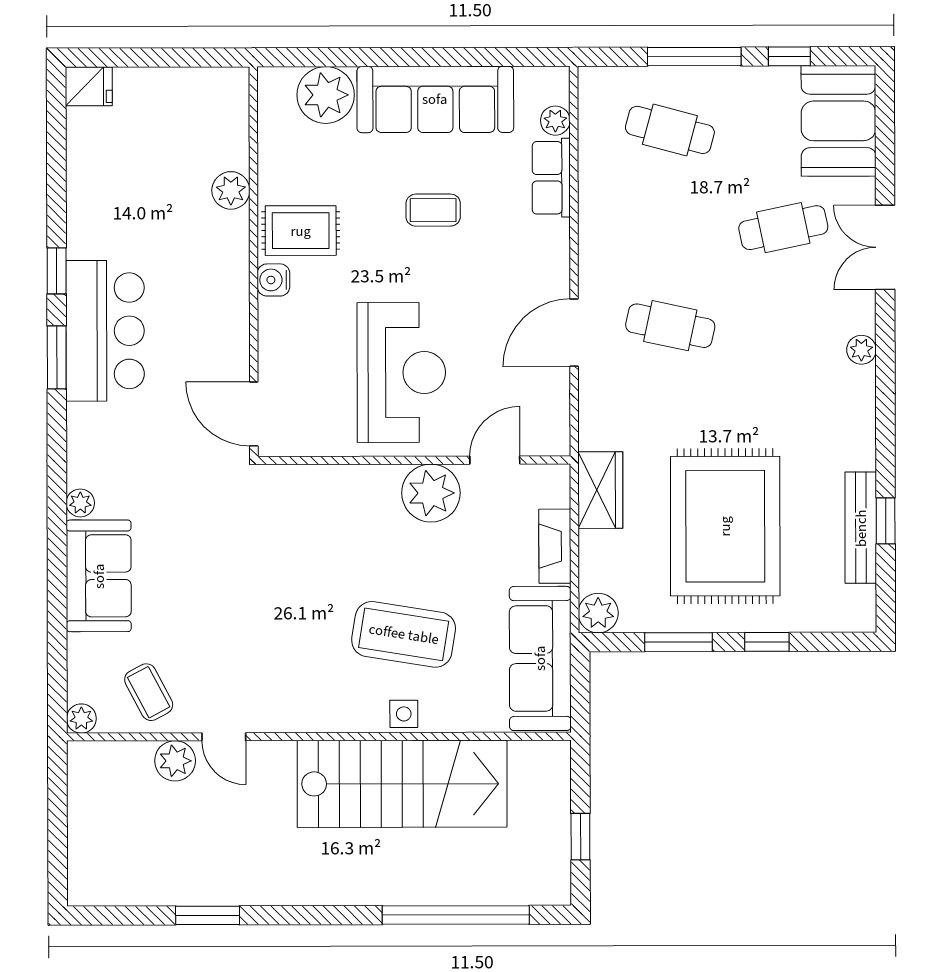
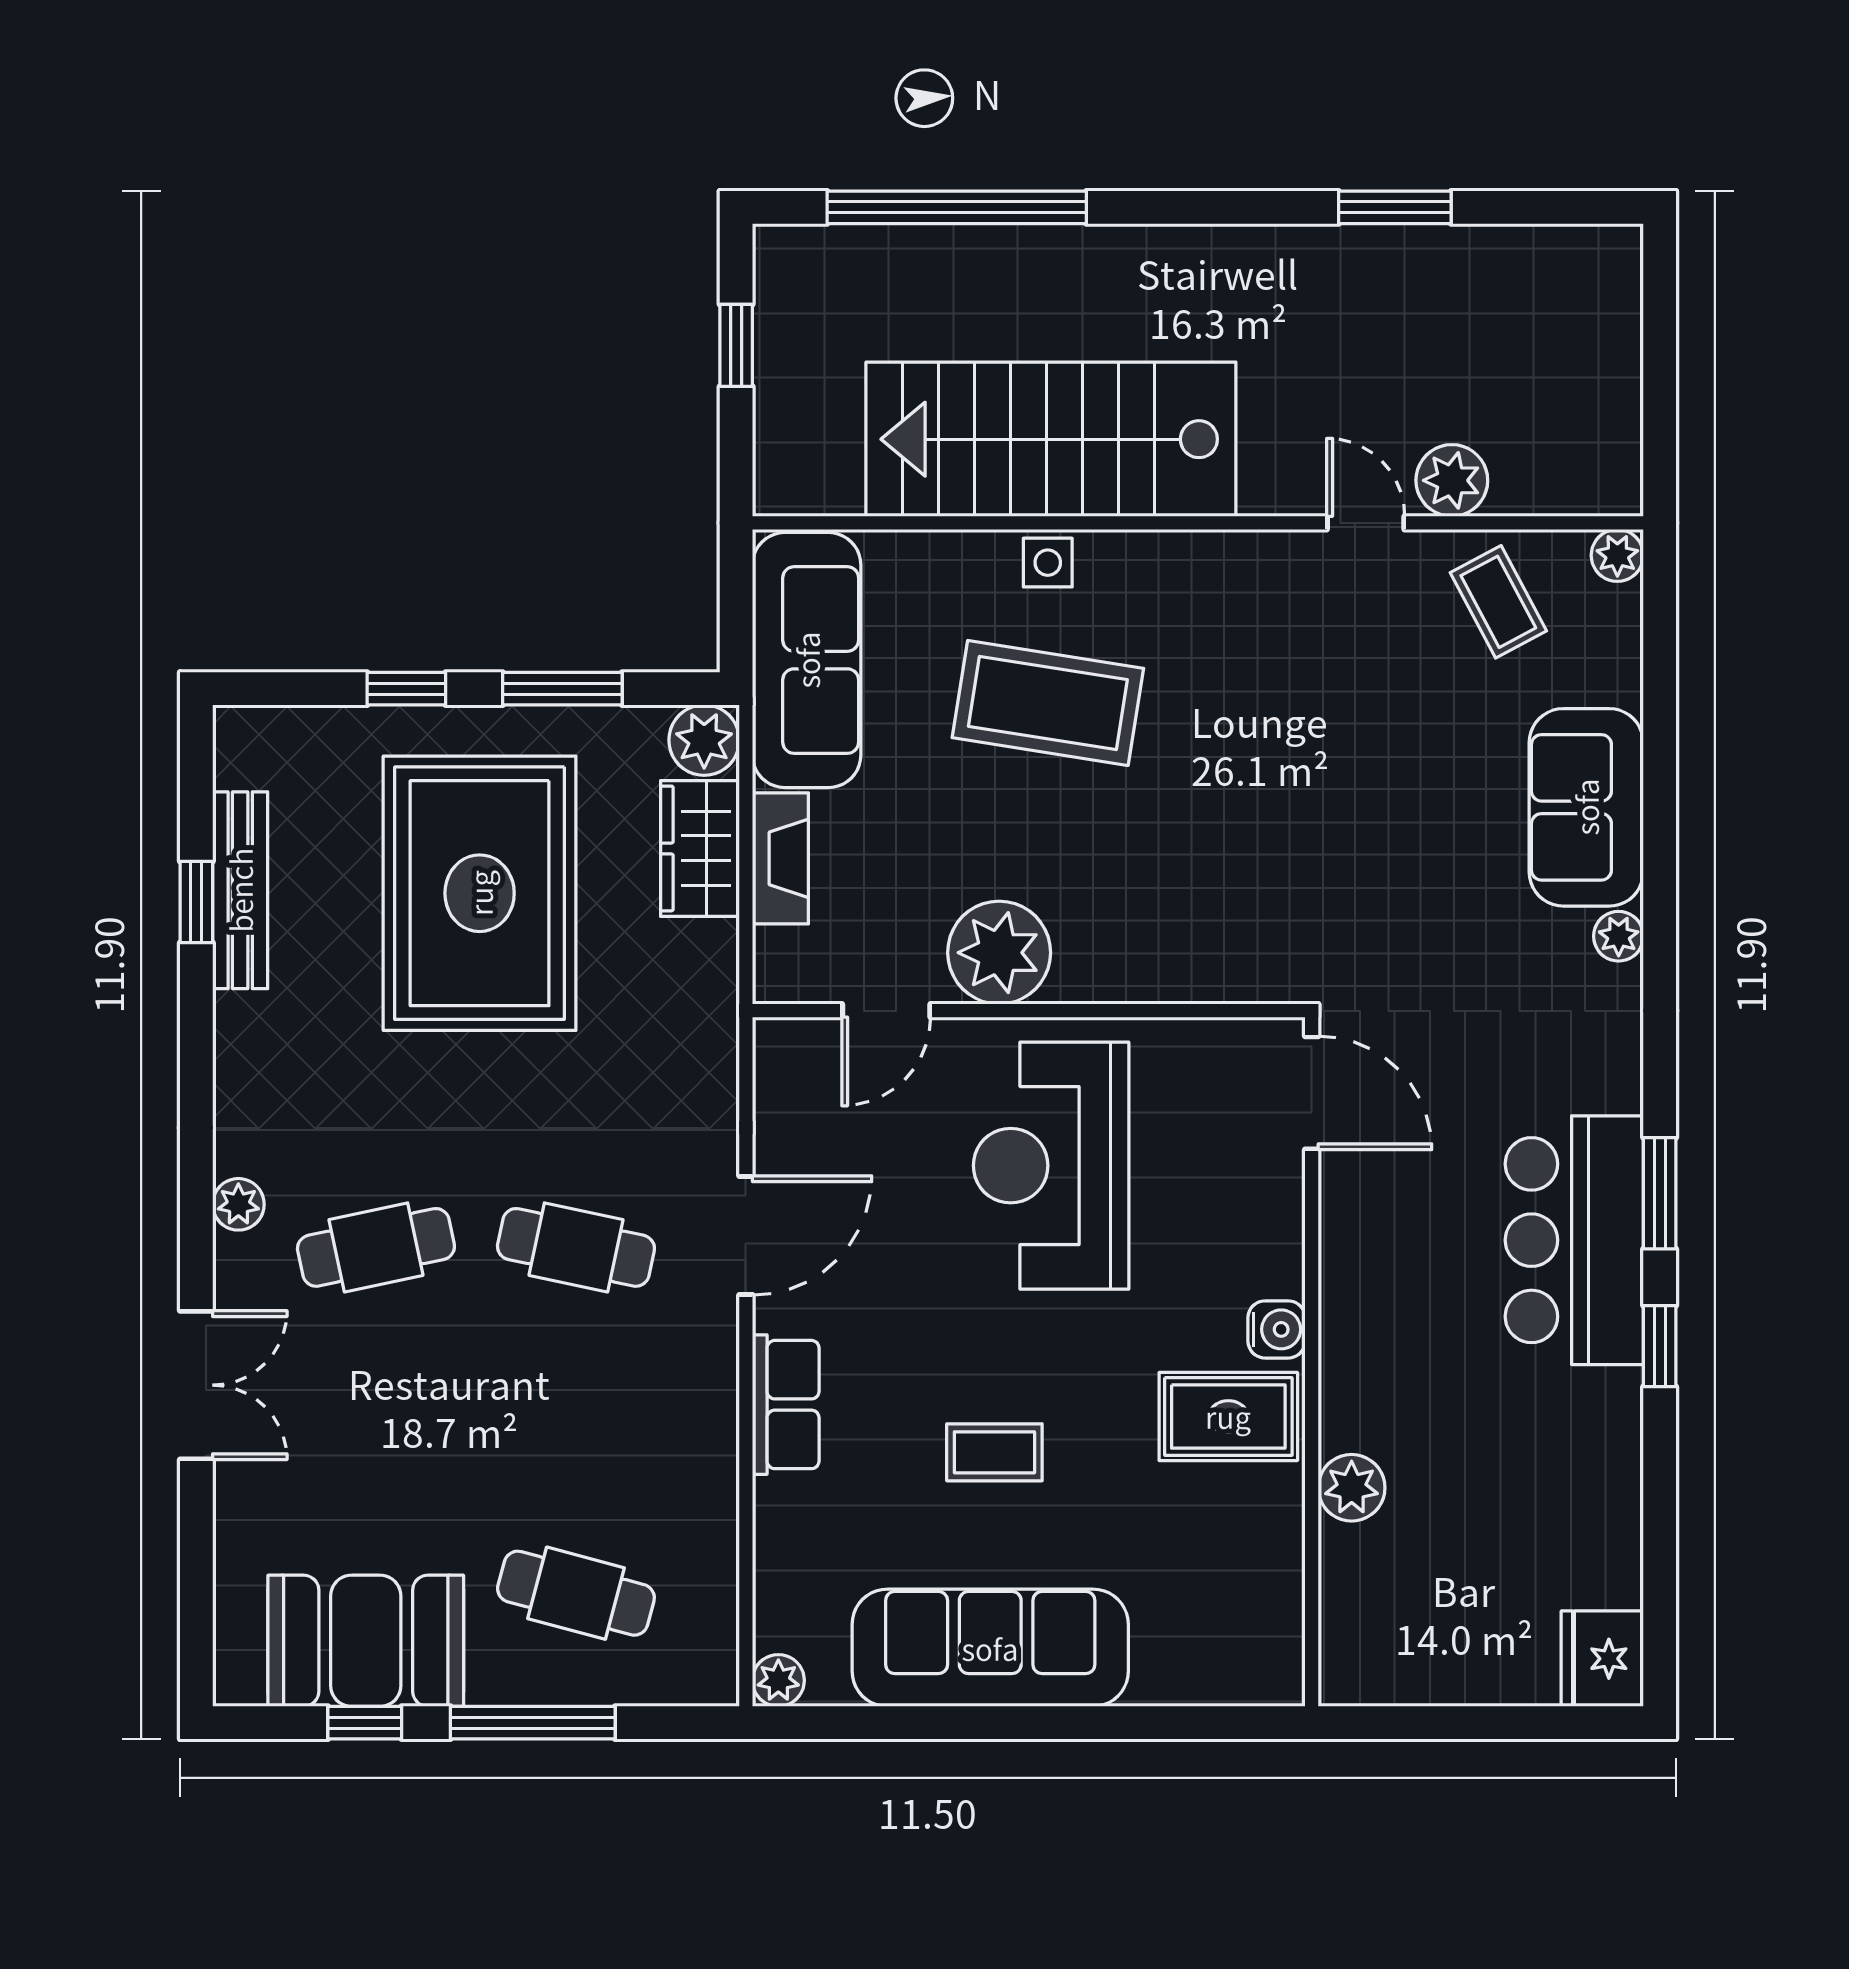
fridge: (89, 86) -> (1602, 1659), width x1.38
plant: (326, 95) -> (1184, 1656), removed
plant: (555, 121) -> (778, 1680), moved
booth: (838, 121) -> (366, 1641), moved, turned 90
row of seats: (551, 178) -> (786, 1405), moved
cafe table: (783, 228) -> (376, 1247), moved
wardrobe: (600, 490) -> (700, 848), moved

